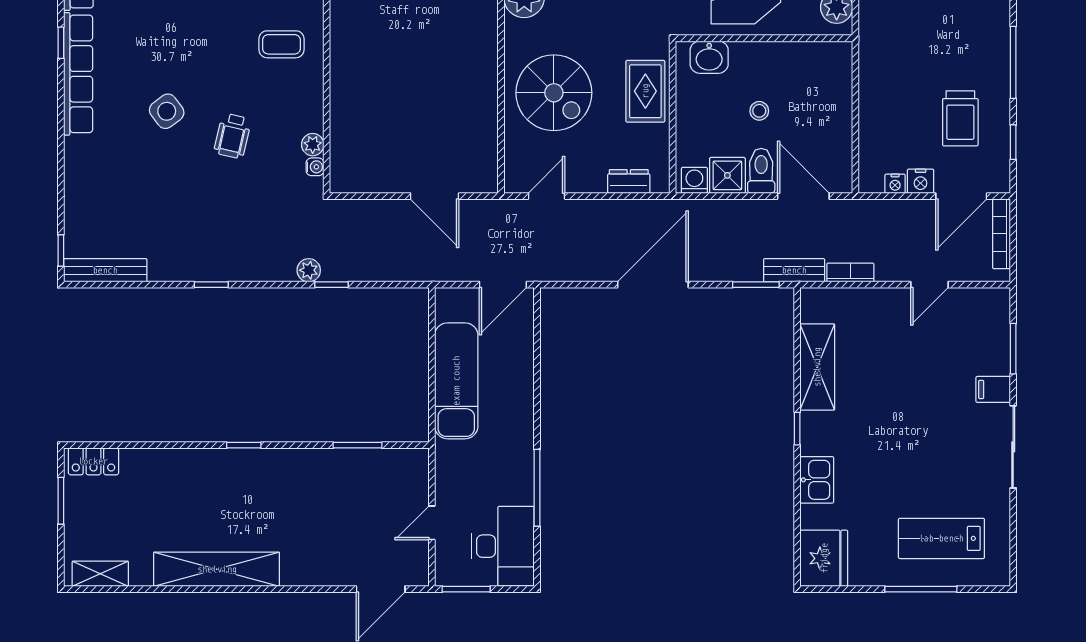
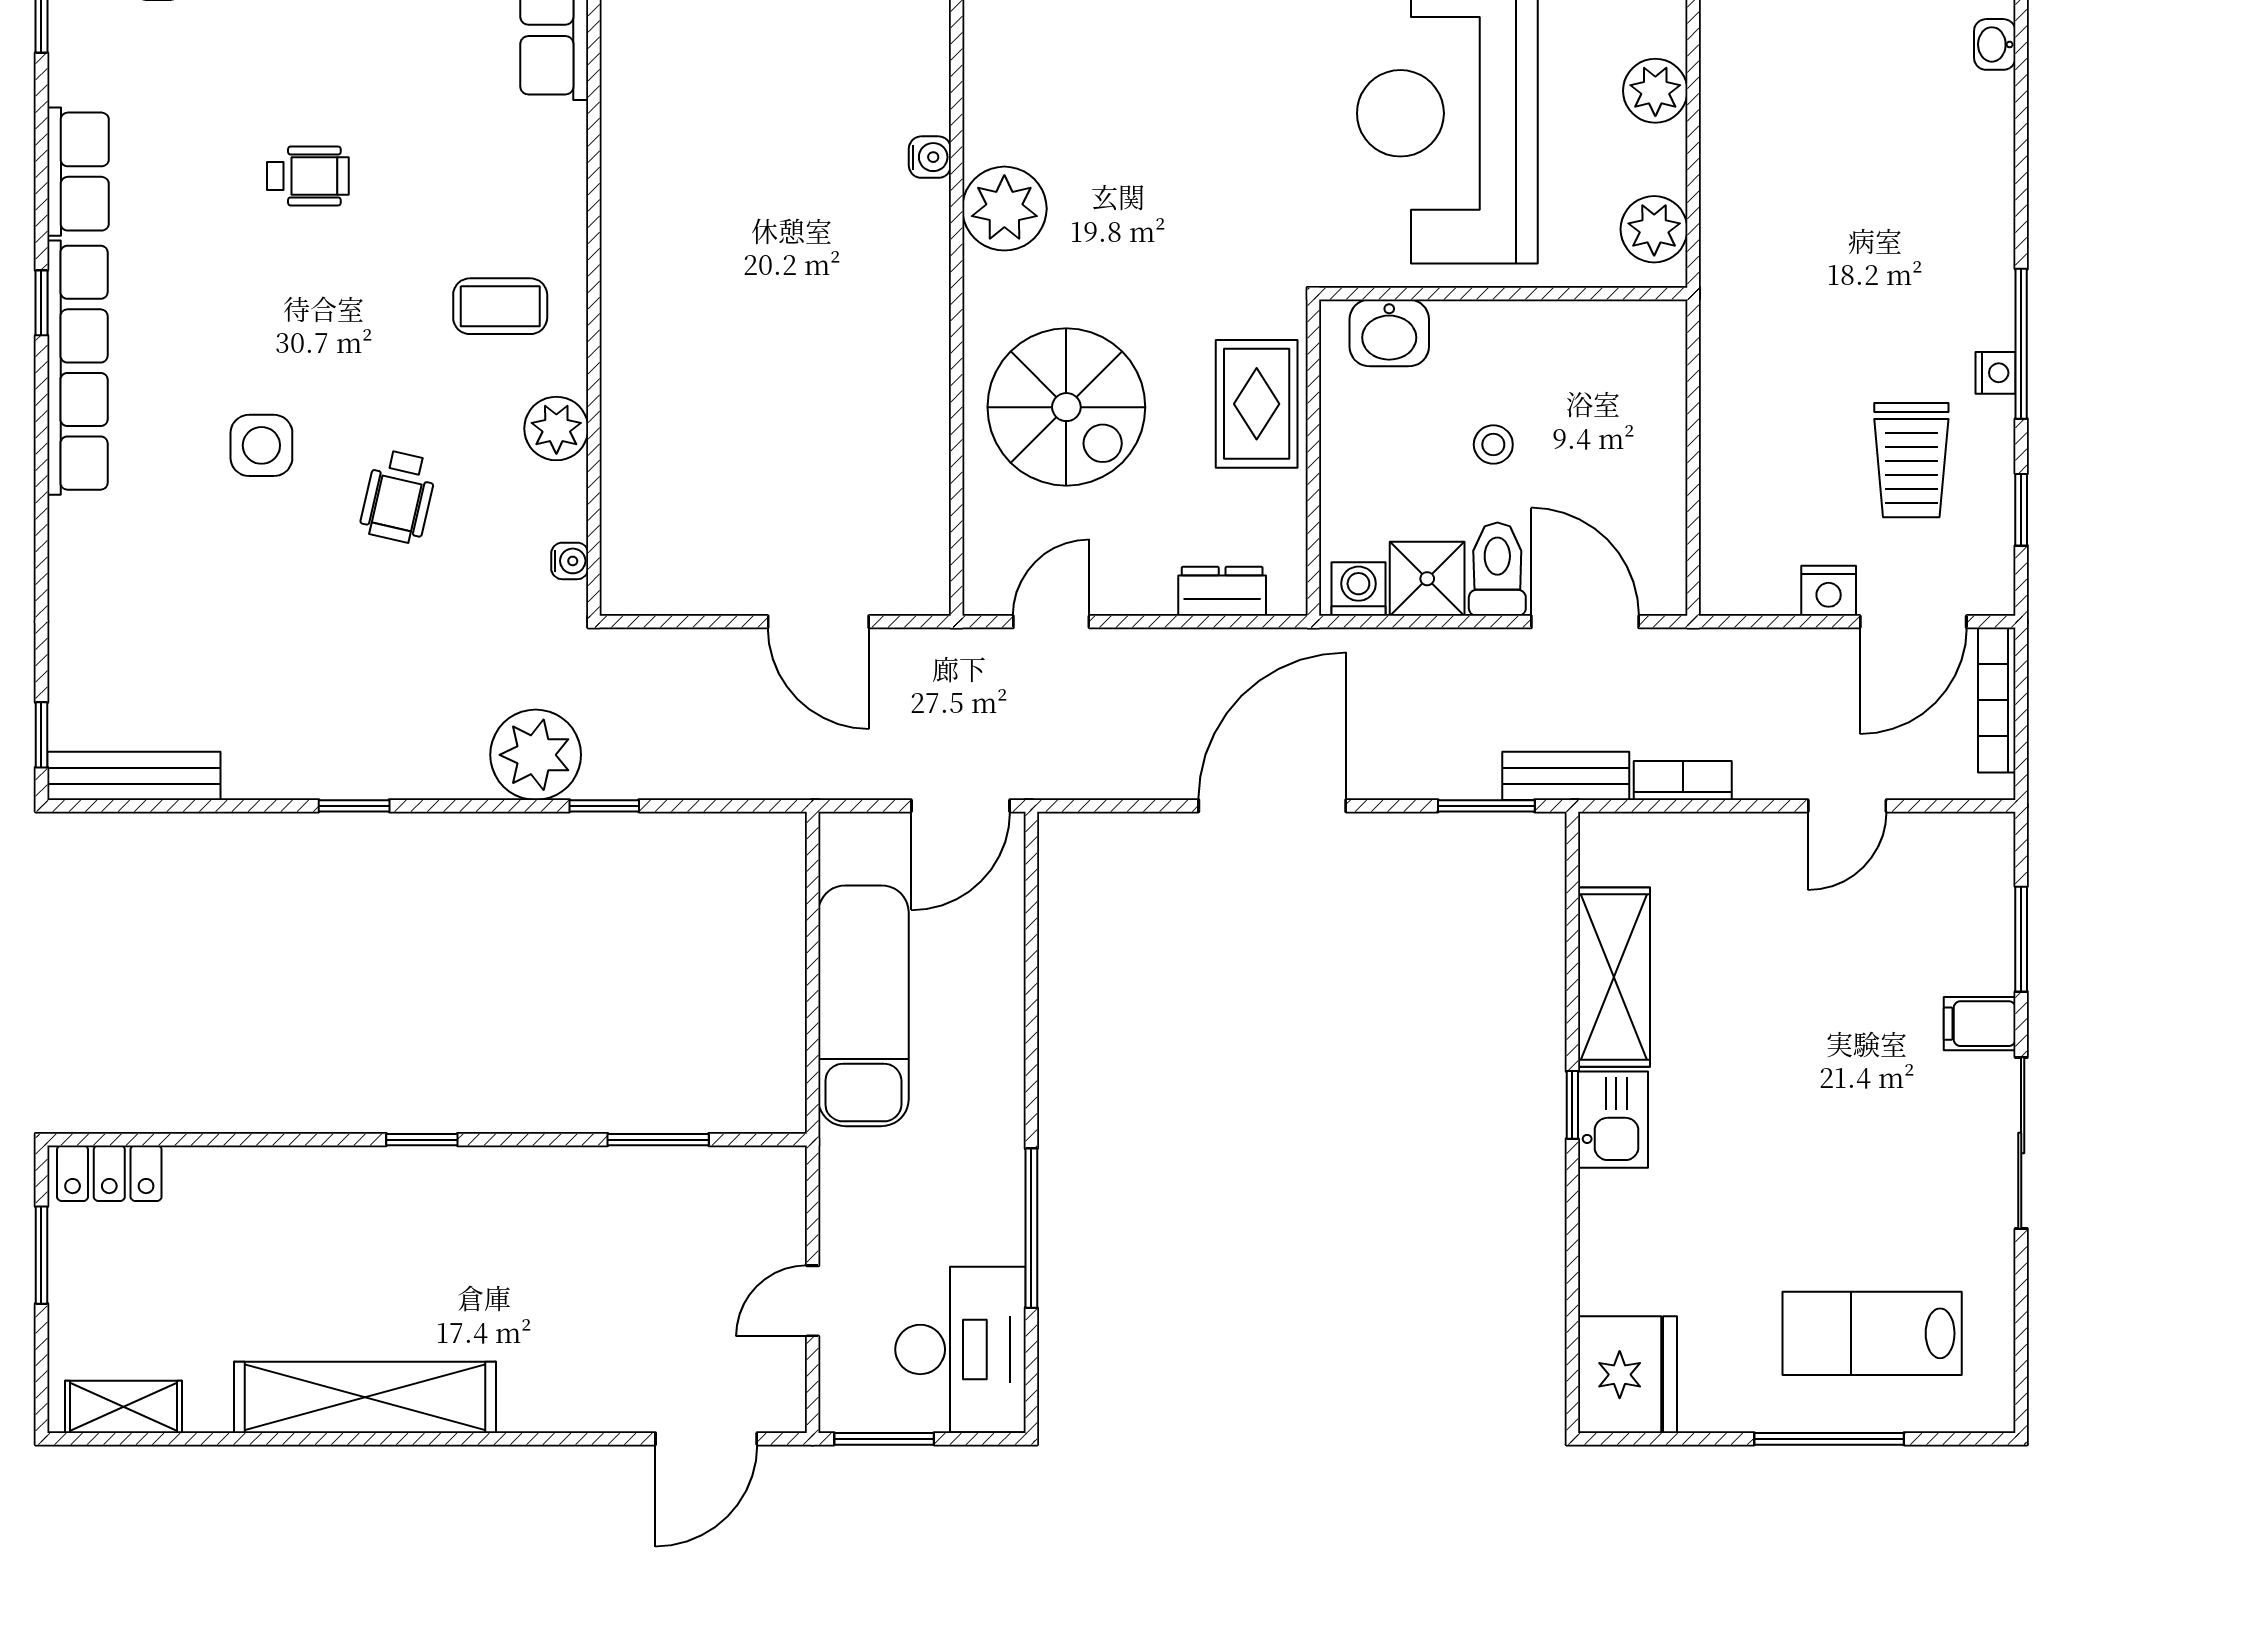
side table: (167, 111) -> (261, 445), turned 37
plant: (313, 145) -> (556, 429), moved, width x1.38, depth x1.38
nightstand: (895, 184) -> (1996, 373), moved, turned -90
plant: (309, 270) -> (536, 755), width x1.87, depth x1.87
kitchen sink: (817, 480) -> (1613, 1120), moved

